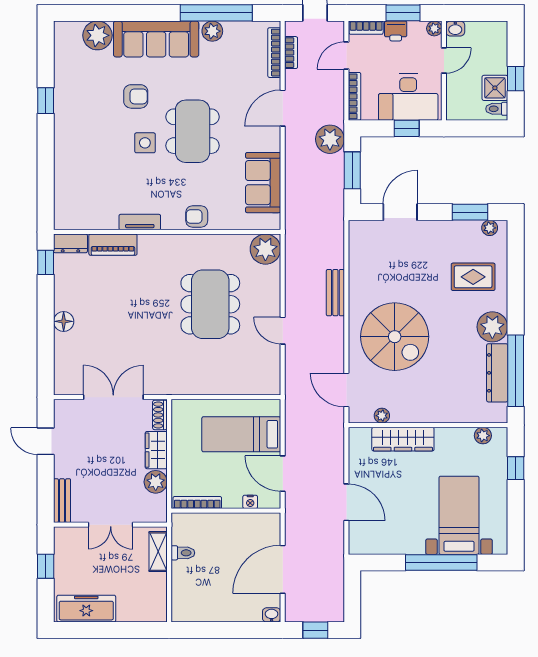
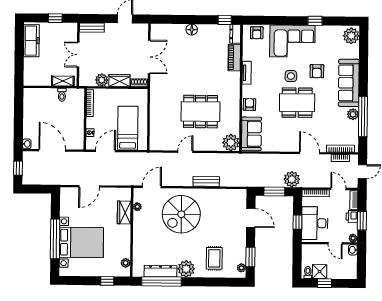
plant: (97, 35) -> (351, 36), moved
corner sofa: (82, 141) -> (292, 41), added
sofa: (263, 183) -> (251, 134), moved, turned 90
armchair: (68, 205) -> (257, 33), added
wardrobe: (403, 439) -> (124, 212), width x0.67
bed with nightstands: (459, 515) -> (81, 242), width x1.36

